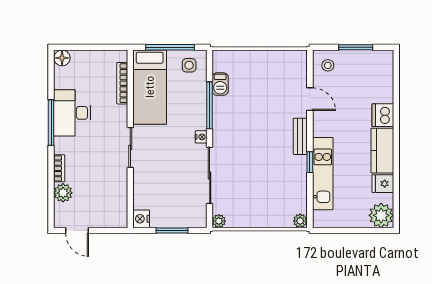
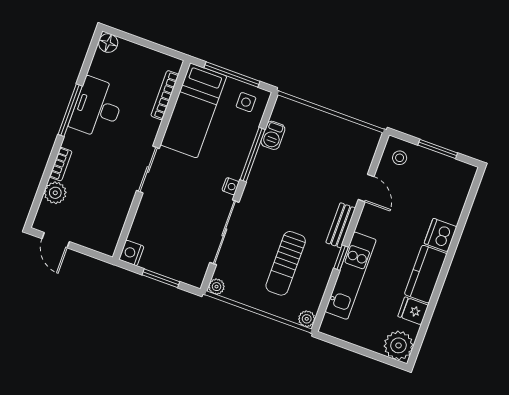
sun lounger: (267, 183) -> (286, 263), added

